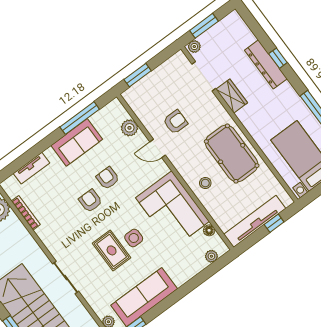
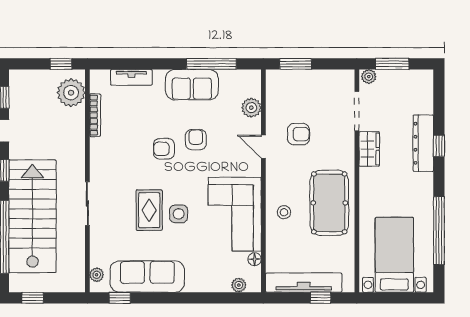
armchair: (90, 201) -> (164, 149), turned -90

